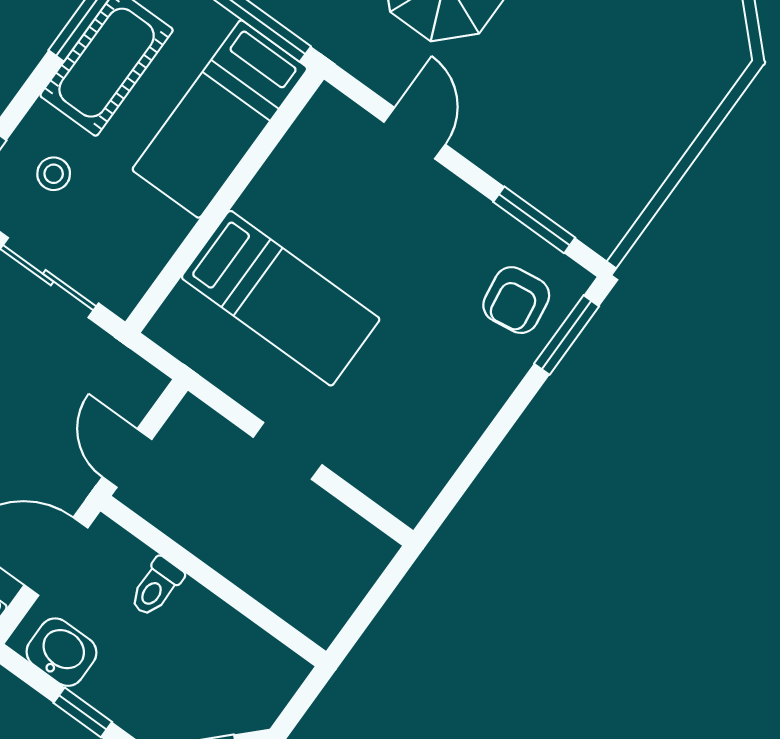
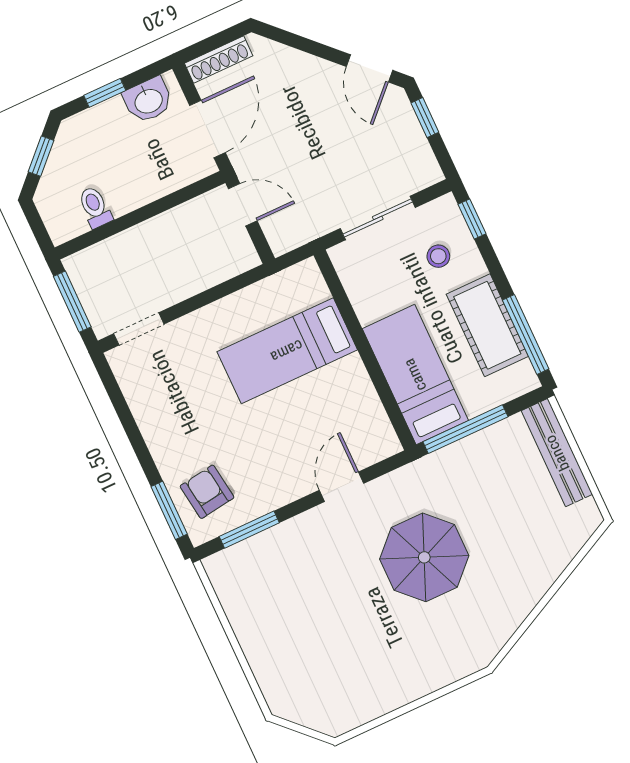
door: (415, 133) -> (341, 487), swing flipped
doorway: (288, 451) -> (139, 329), moved
toilet: (156, 587) -> (95, 207), moved
window: (371, 606) -> (72, 302), added

